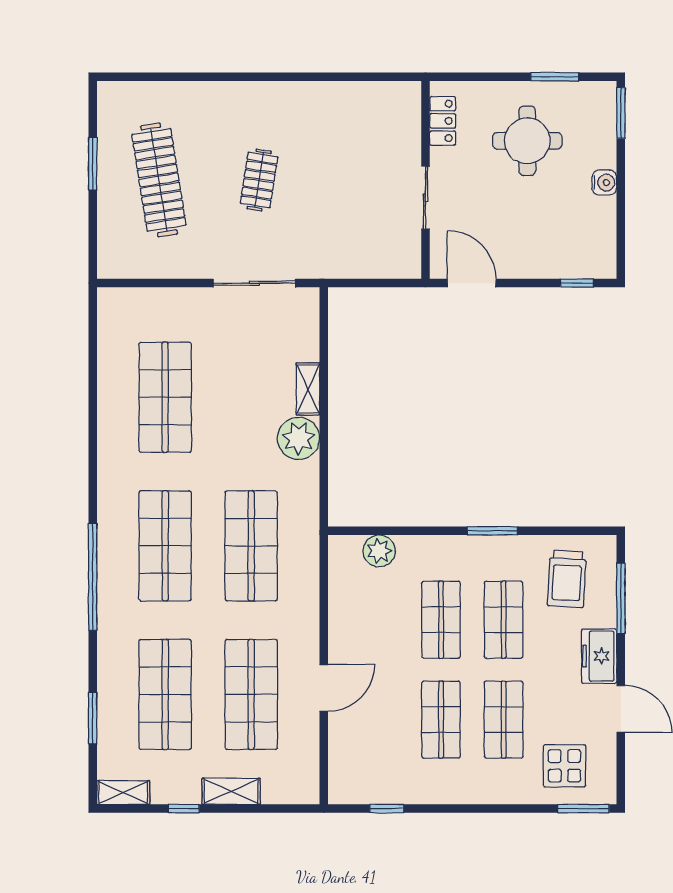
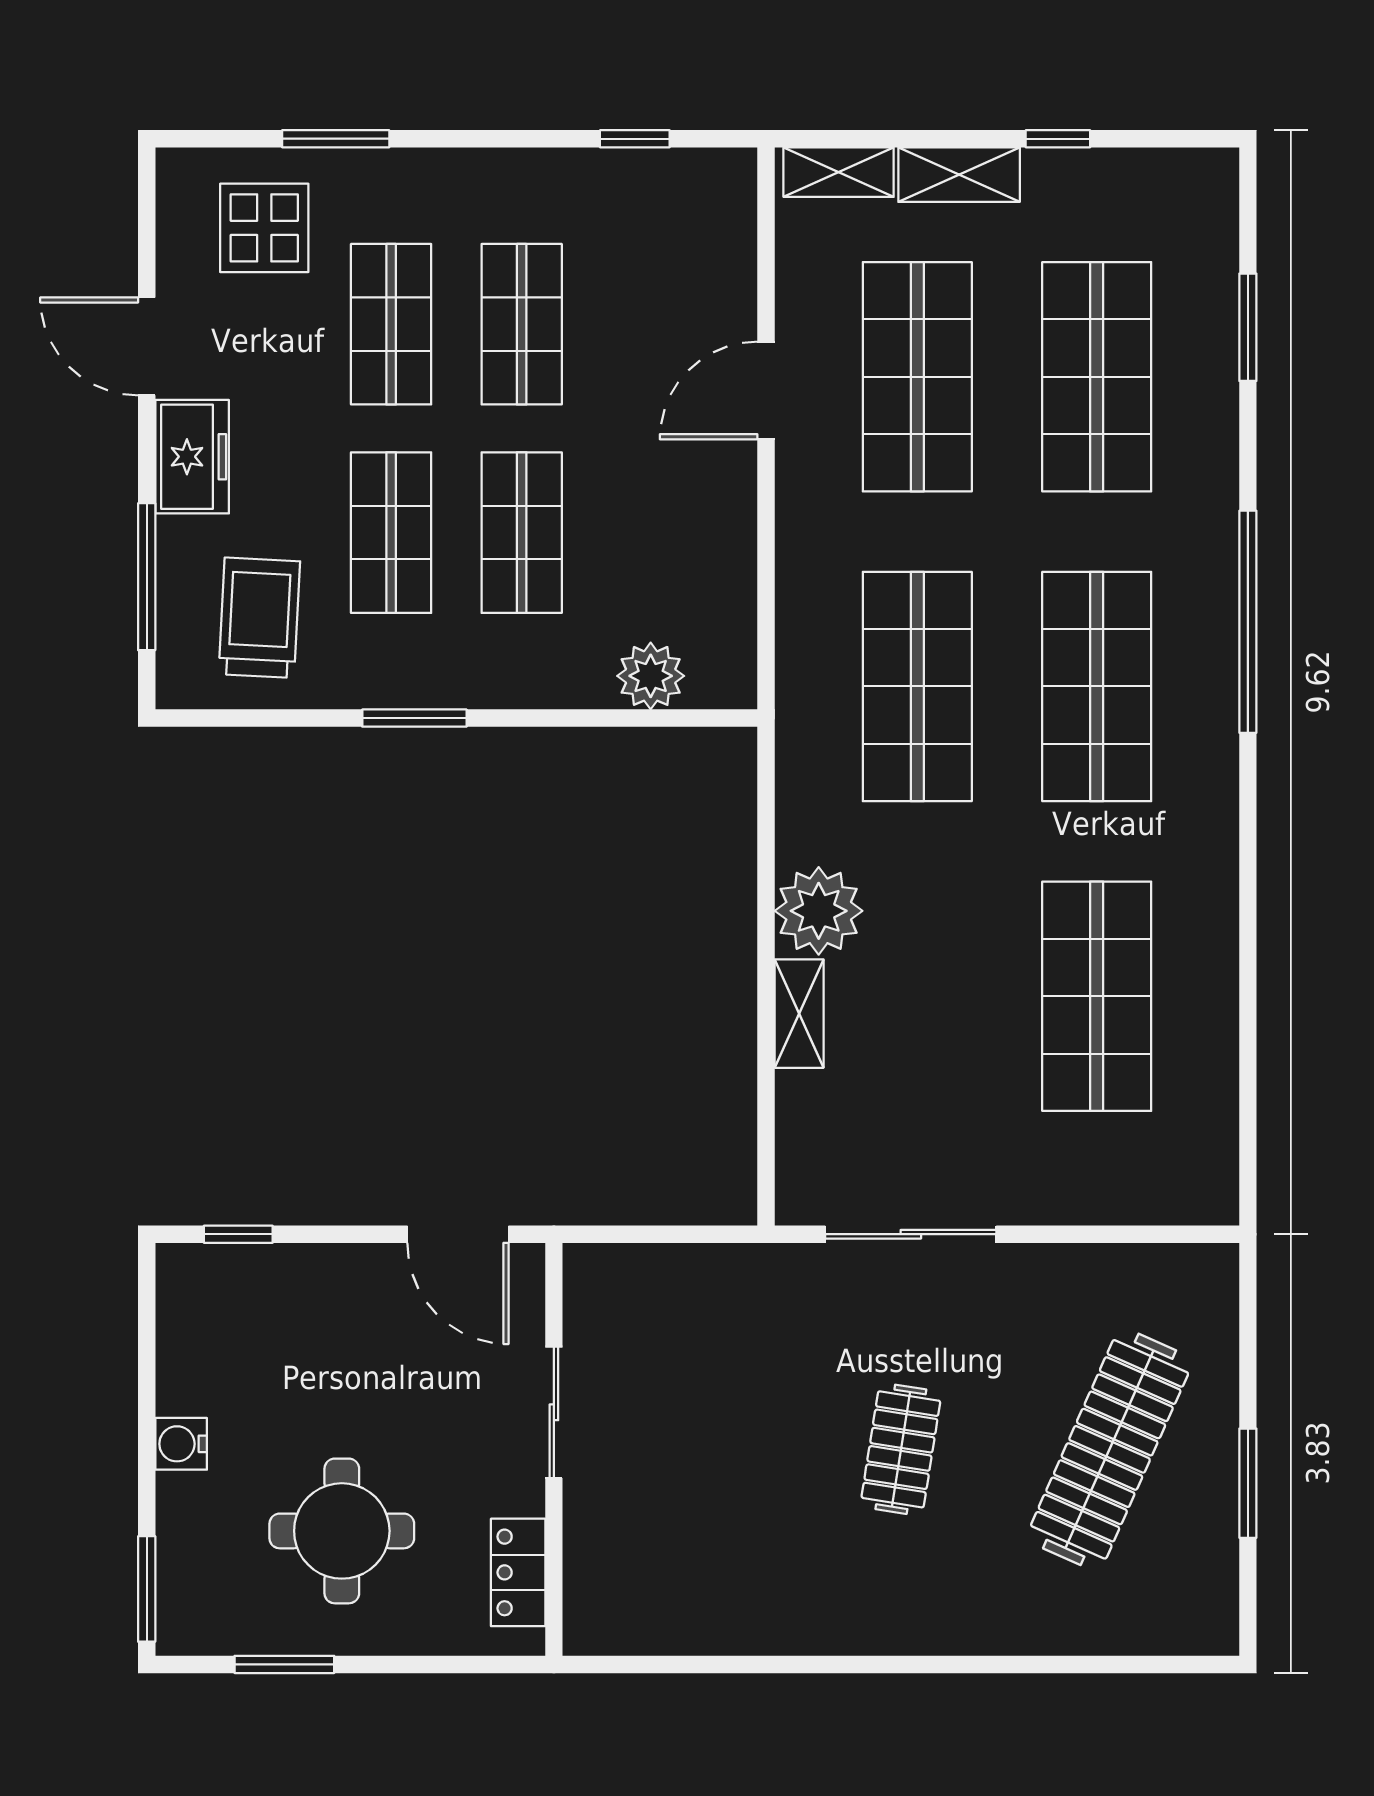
clothes rail: (159, 180) -> (1110, 1449), turned 33
shelving: (123, 793) -> (839, 172), moved
window: (583, 809) -> (336, 139), moved

